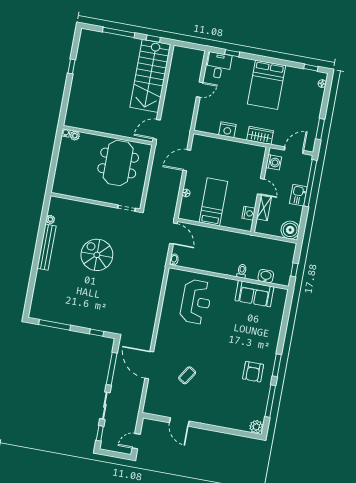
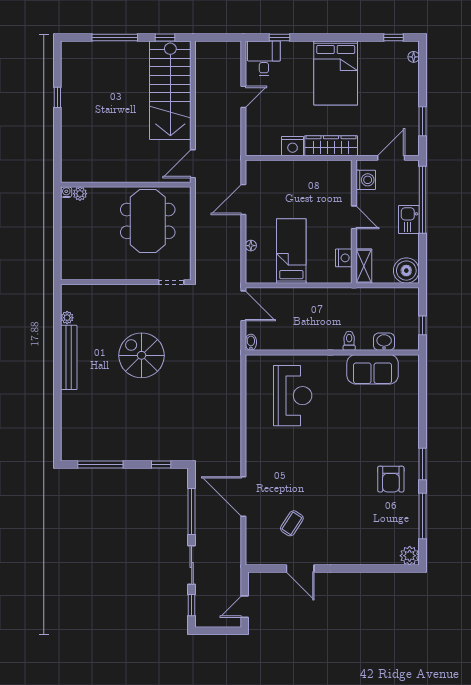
wardrobe: (260, 135) -> (331, 146), width x1.50
shelving: (264, 208) -> (364, 266), moved
coffee table: (187, 375) -> (292, 523), moved

